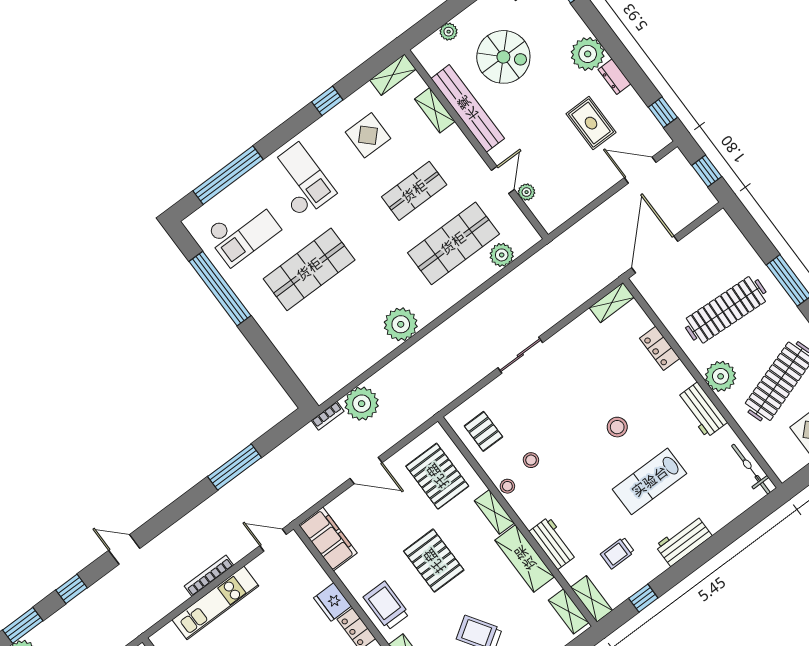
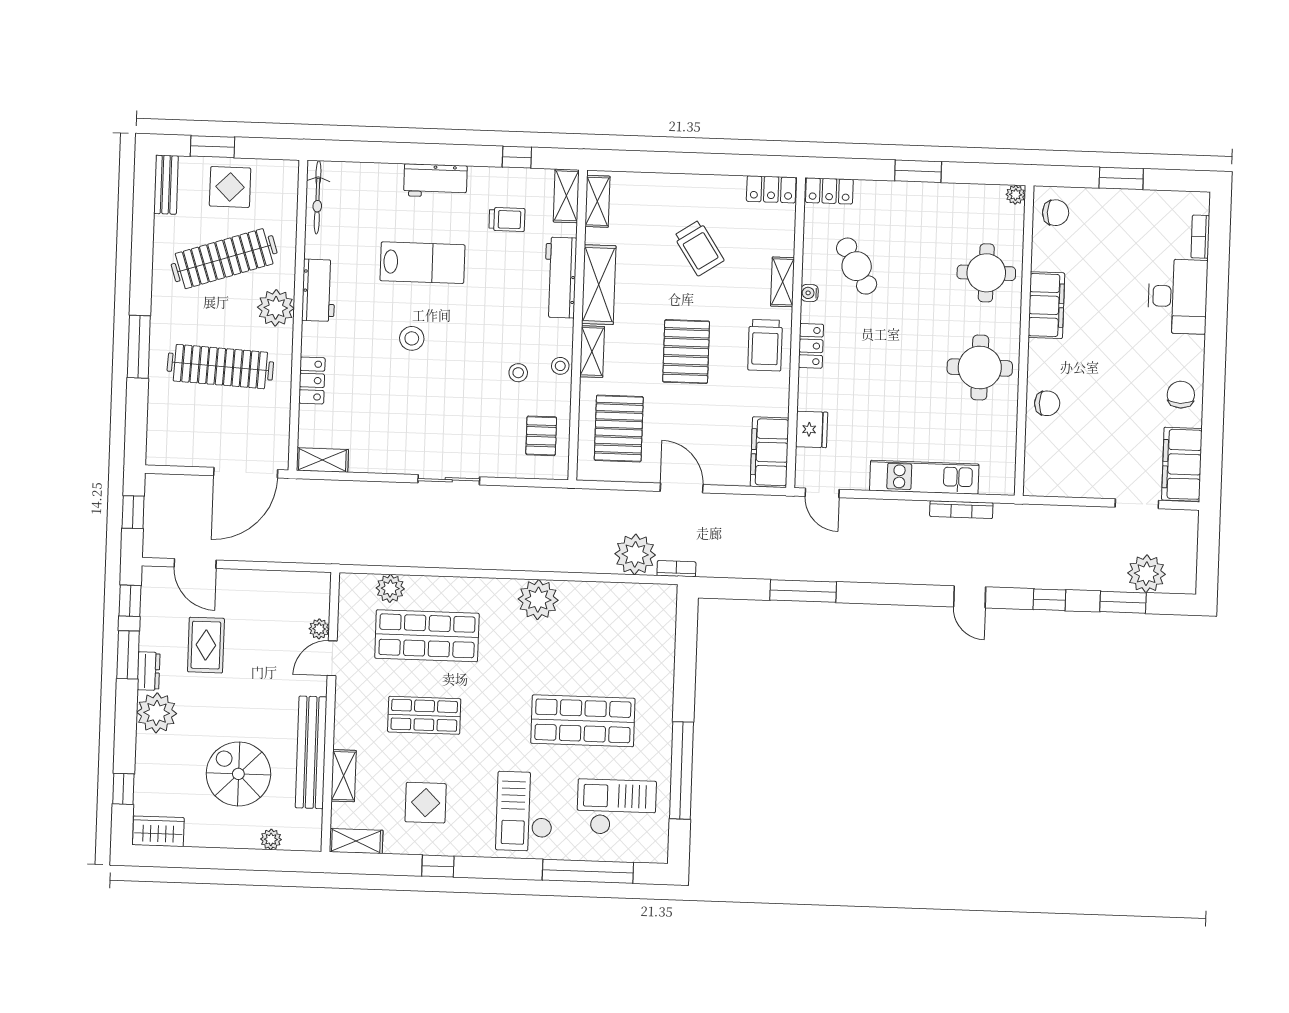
window: (636, 76) -> (128, 655), added
workbench: (553, 543) -> (560, 278), width x1.38
bookcase: (209, 576) -> (961, 510), moved
fridge: (333, 602) -> (812, 429), moved

